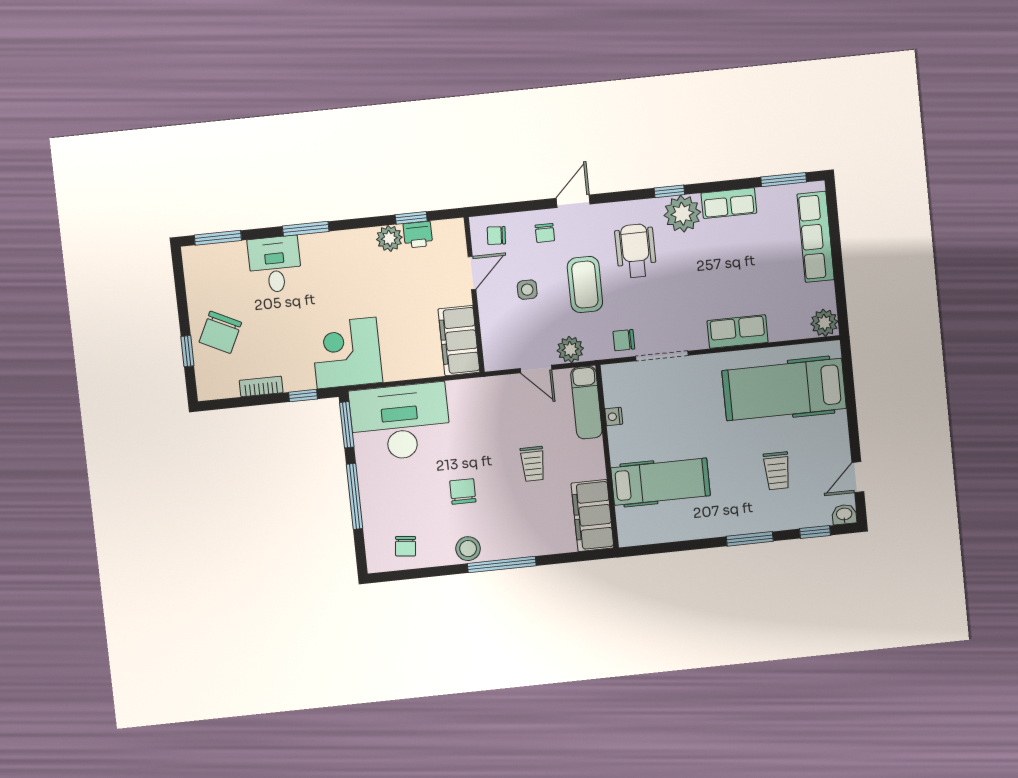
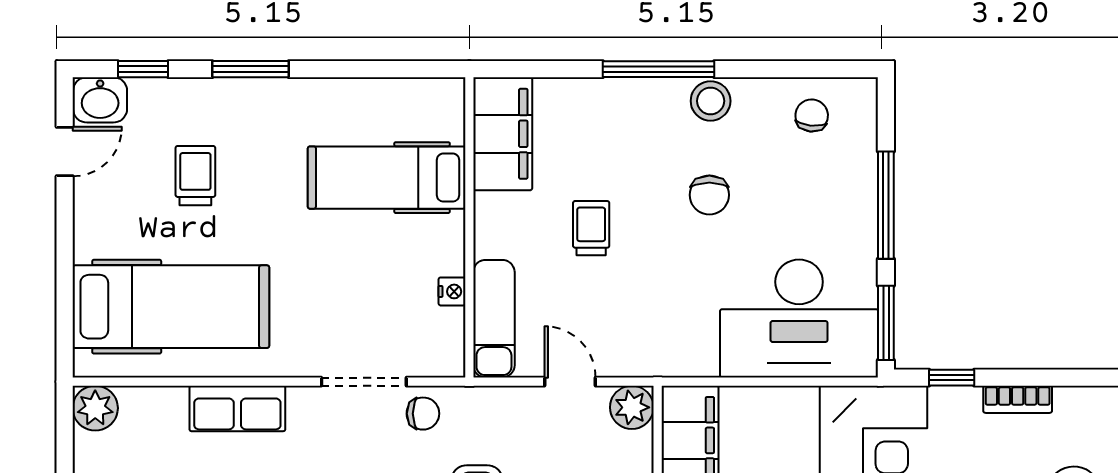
plant: (570, 350) -> (632, 407), moved
washbasin: (844, 514) -> (100, 100), width x1.38, depth x1.45

